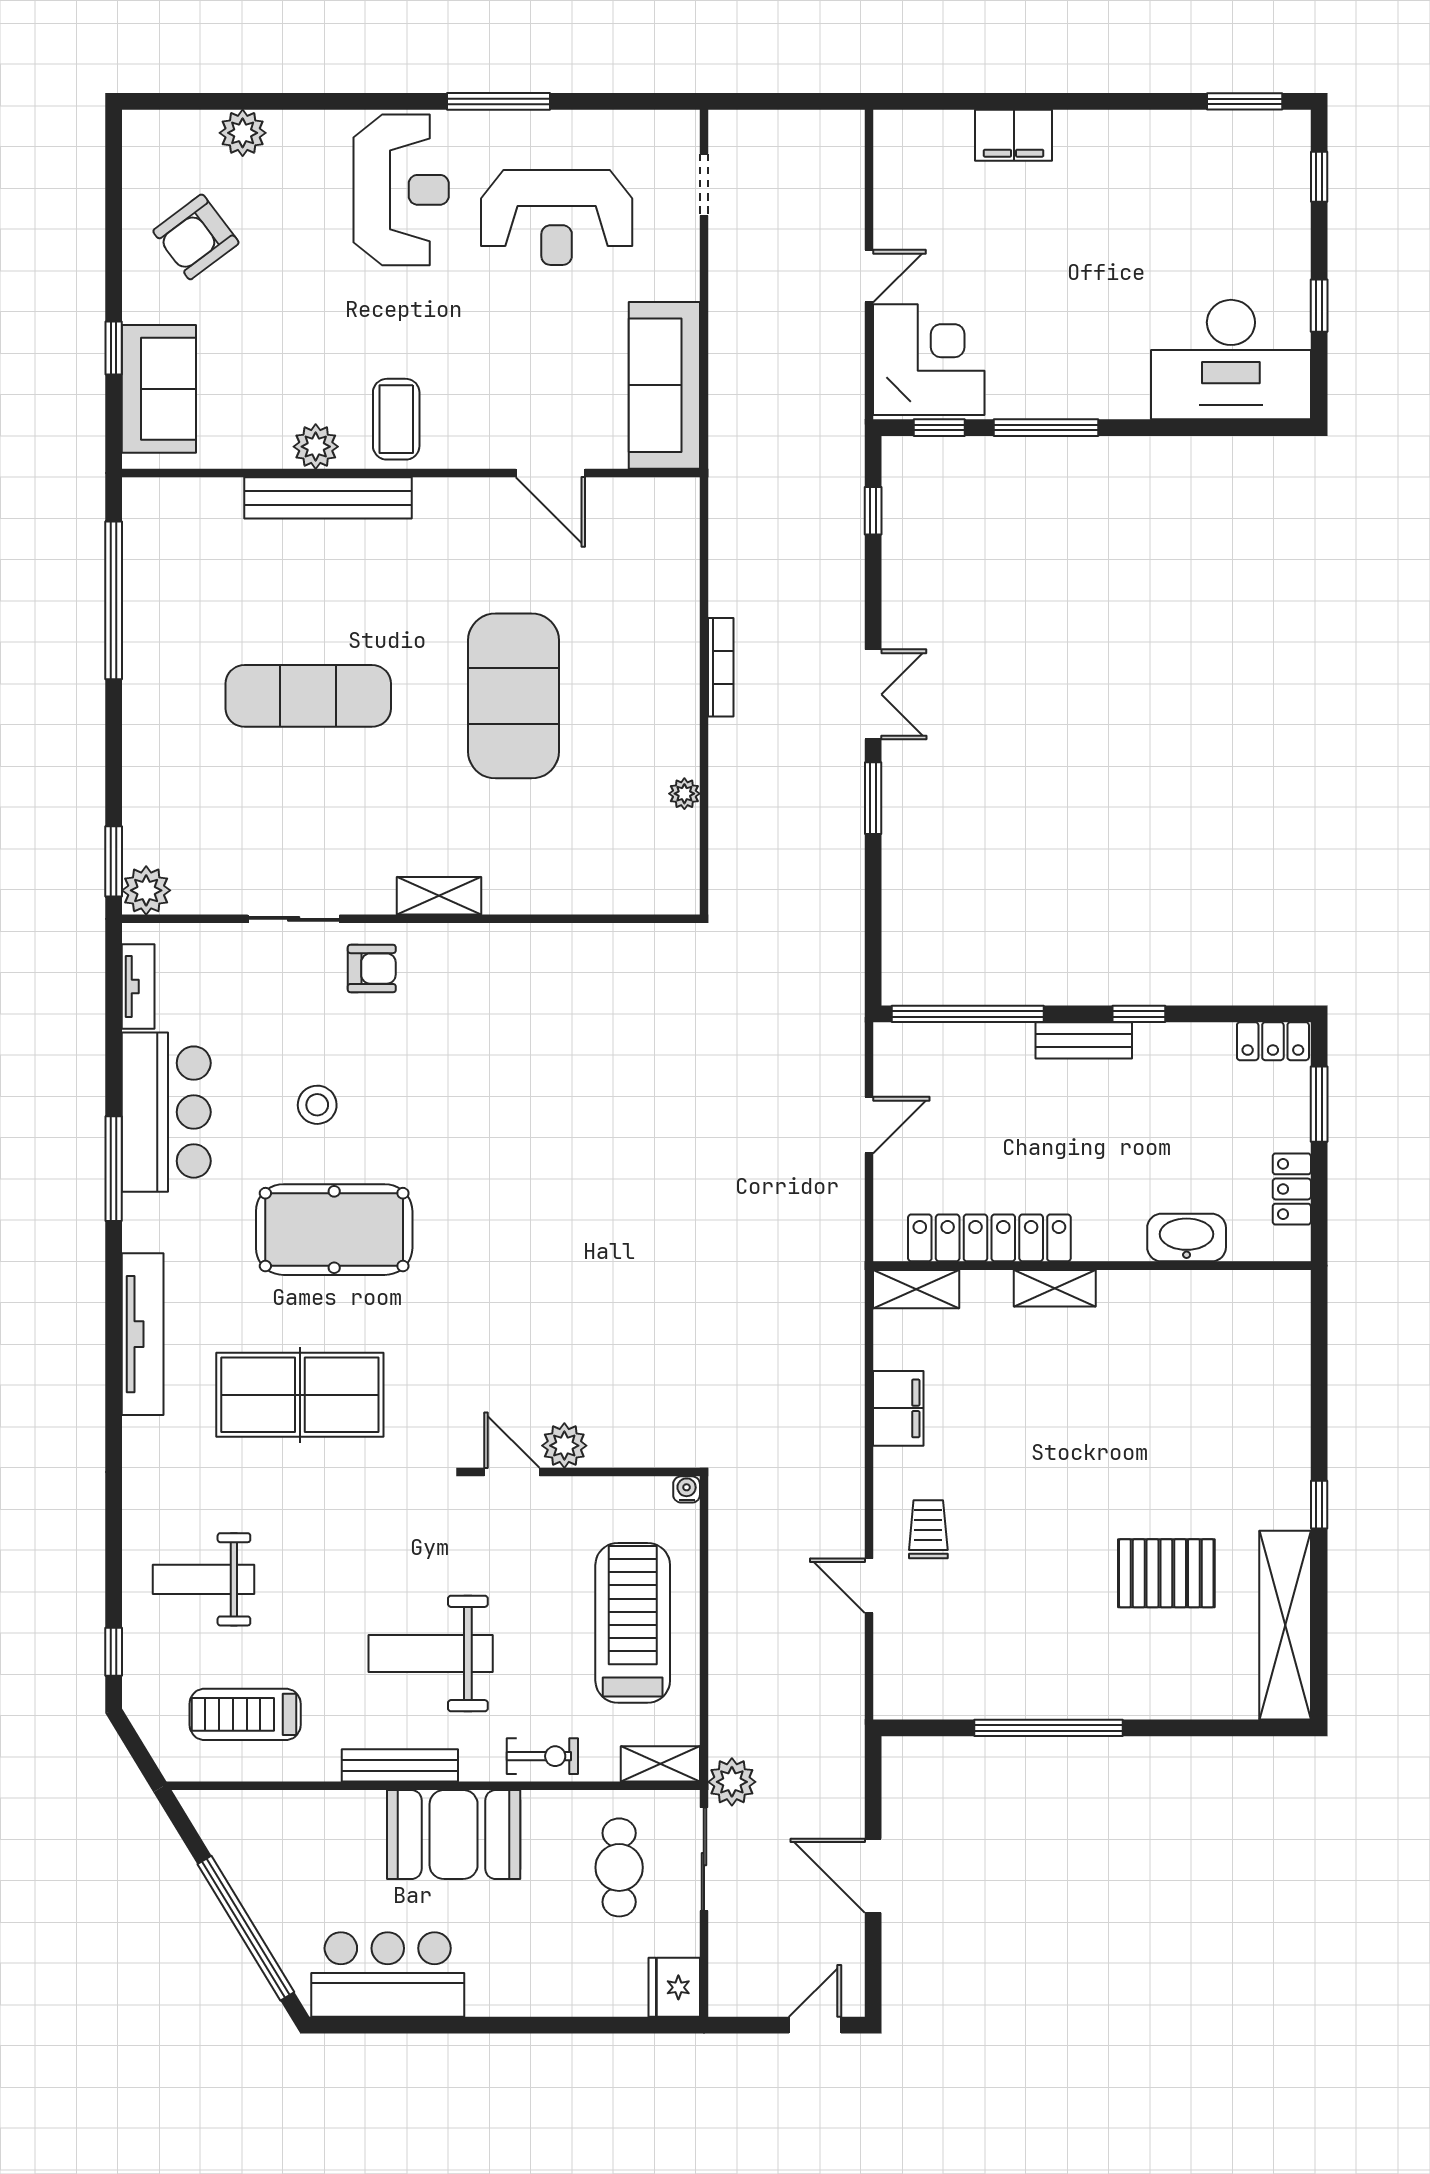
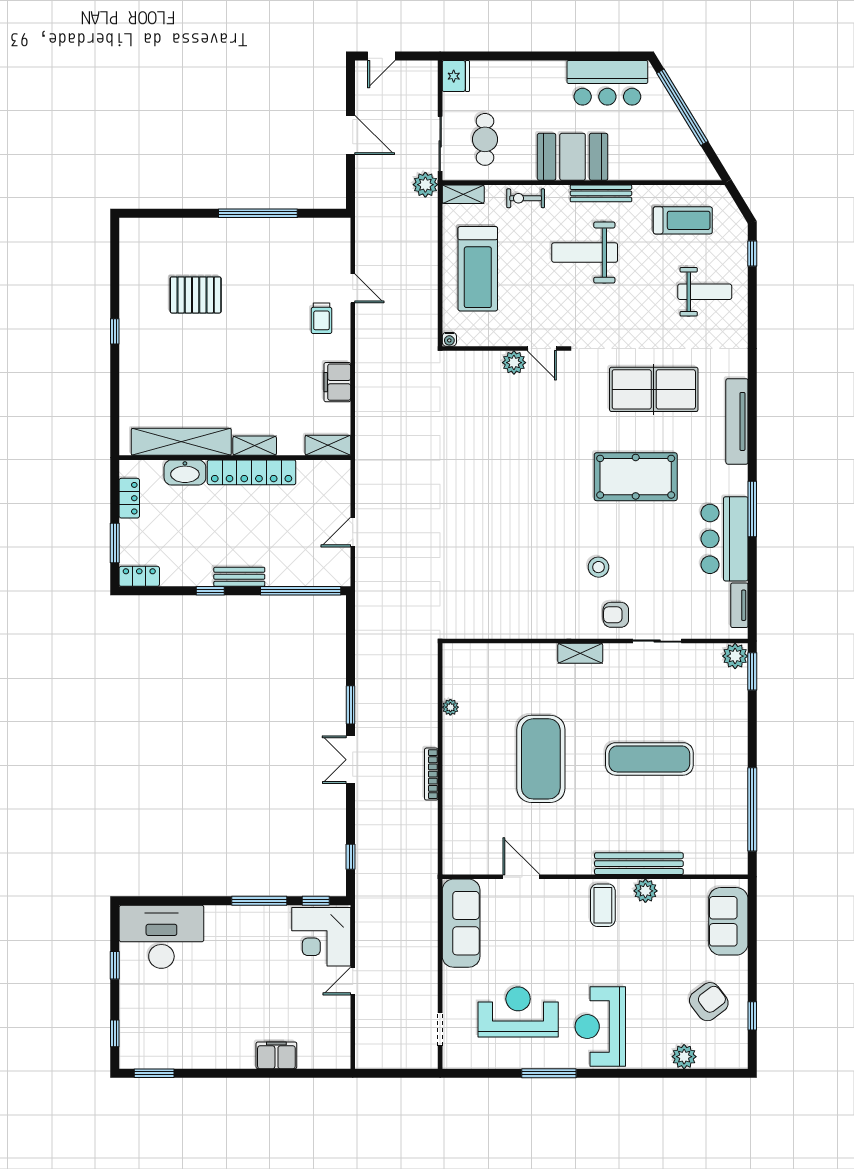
window: (114, 348) -> (752, 1016), moved
stool: (317, 1105) -> (598, 567), moved
locker: (989, 1238) -> (252, 472), moved
shelving: (1285, 1625) -> (181, 442), moved, turned 90
weight bench: (431, 1653) -> (585, 253), turned 180

